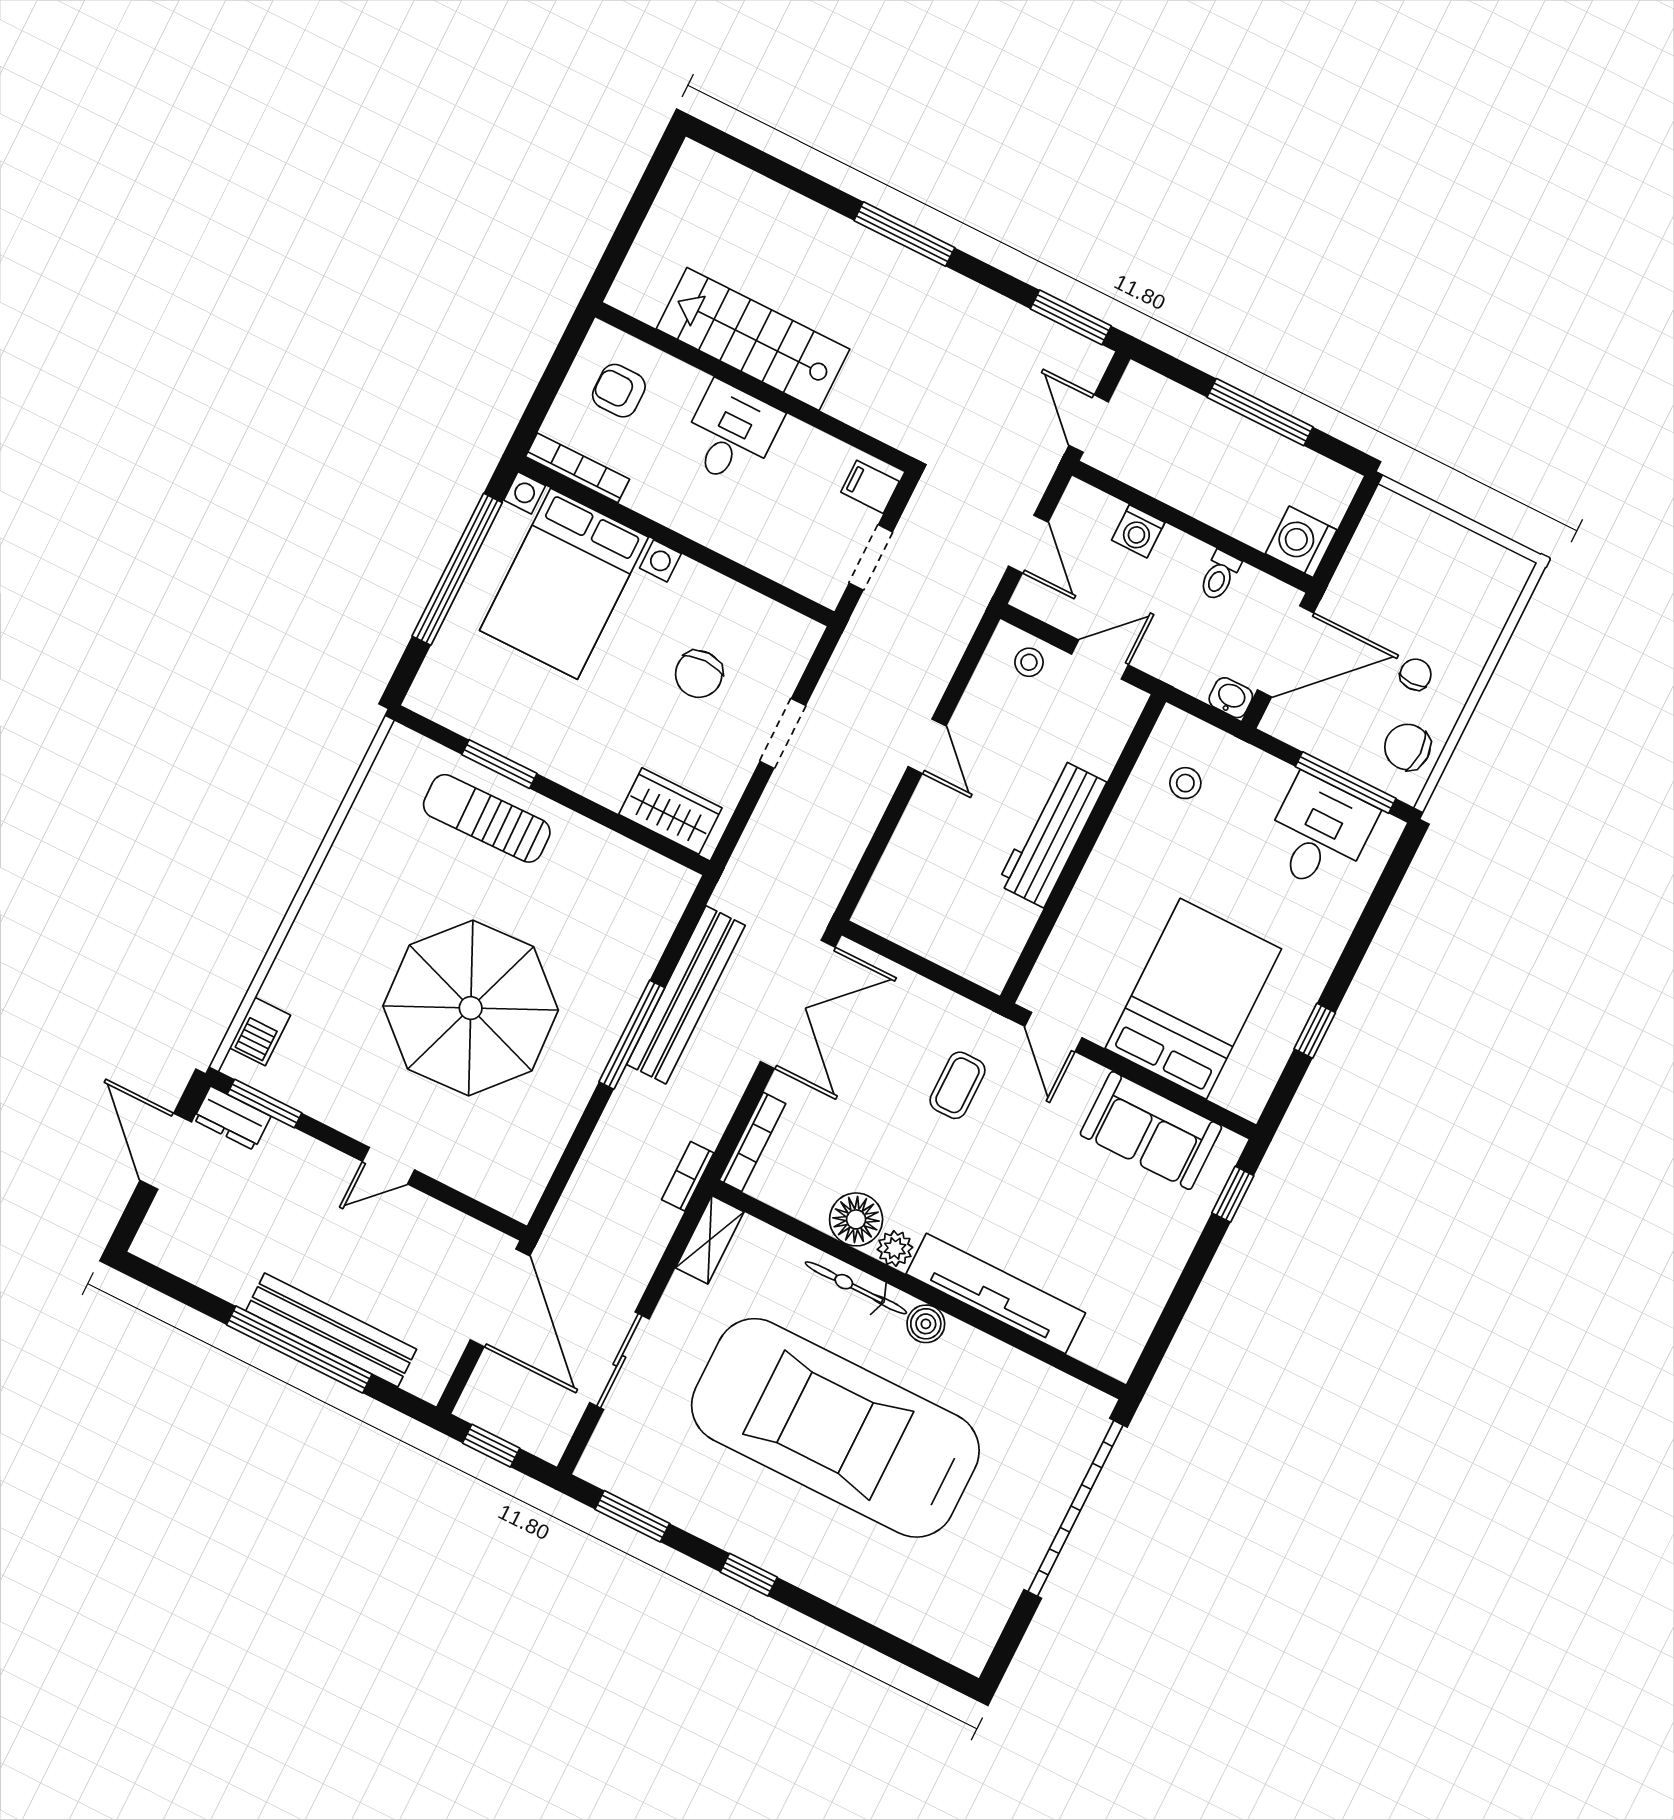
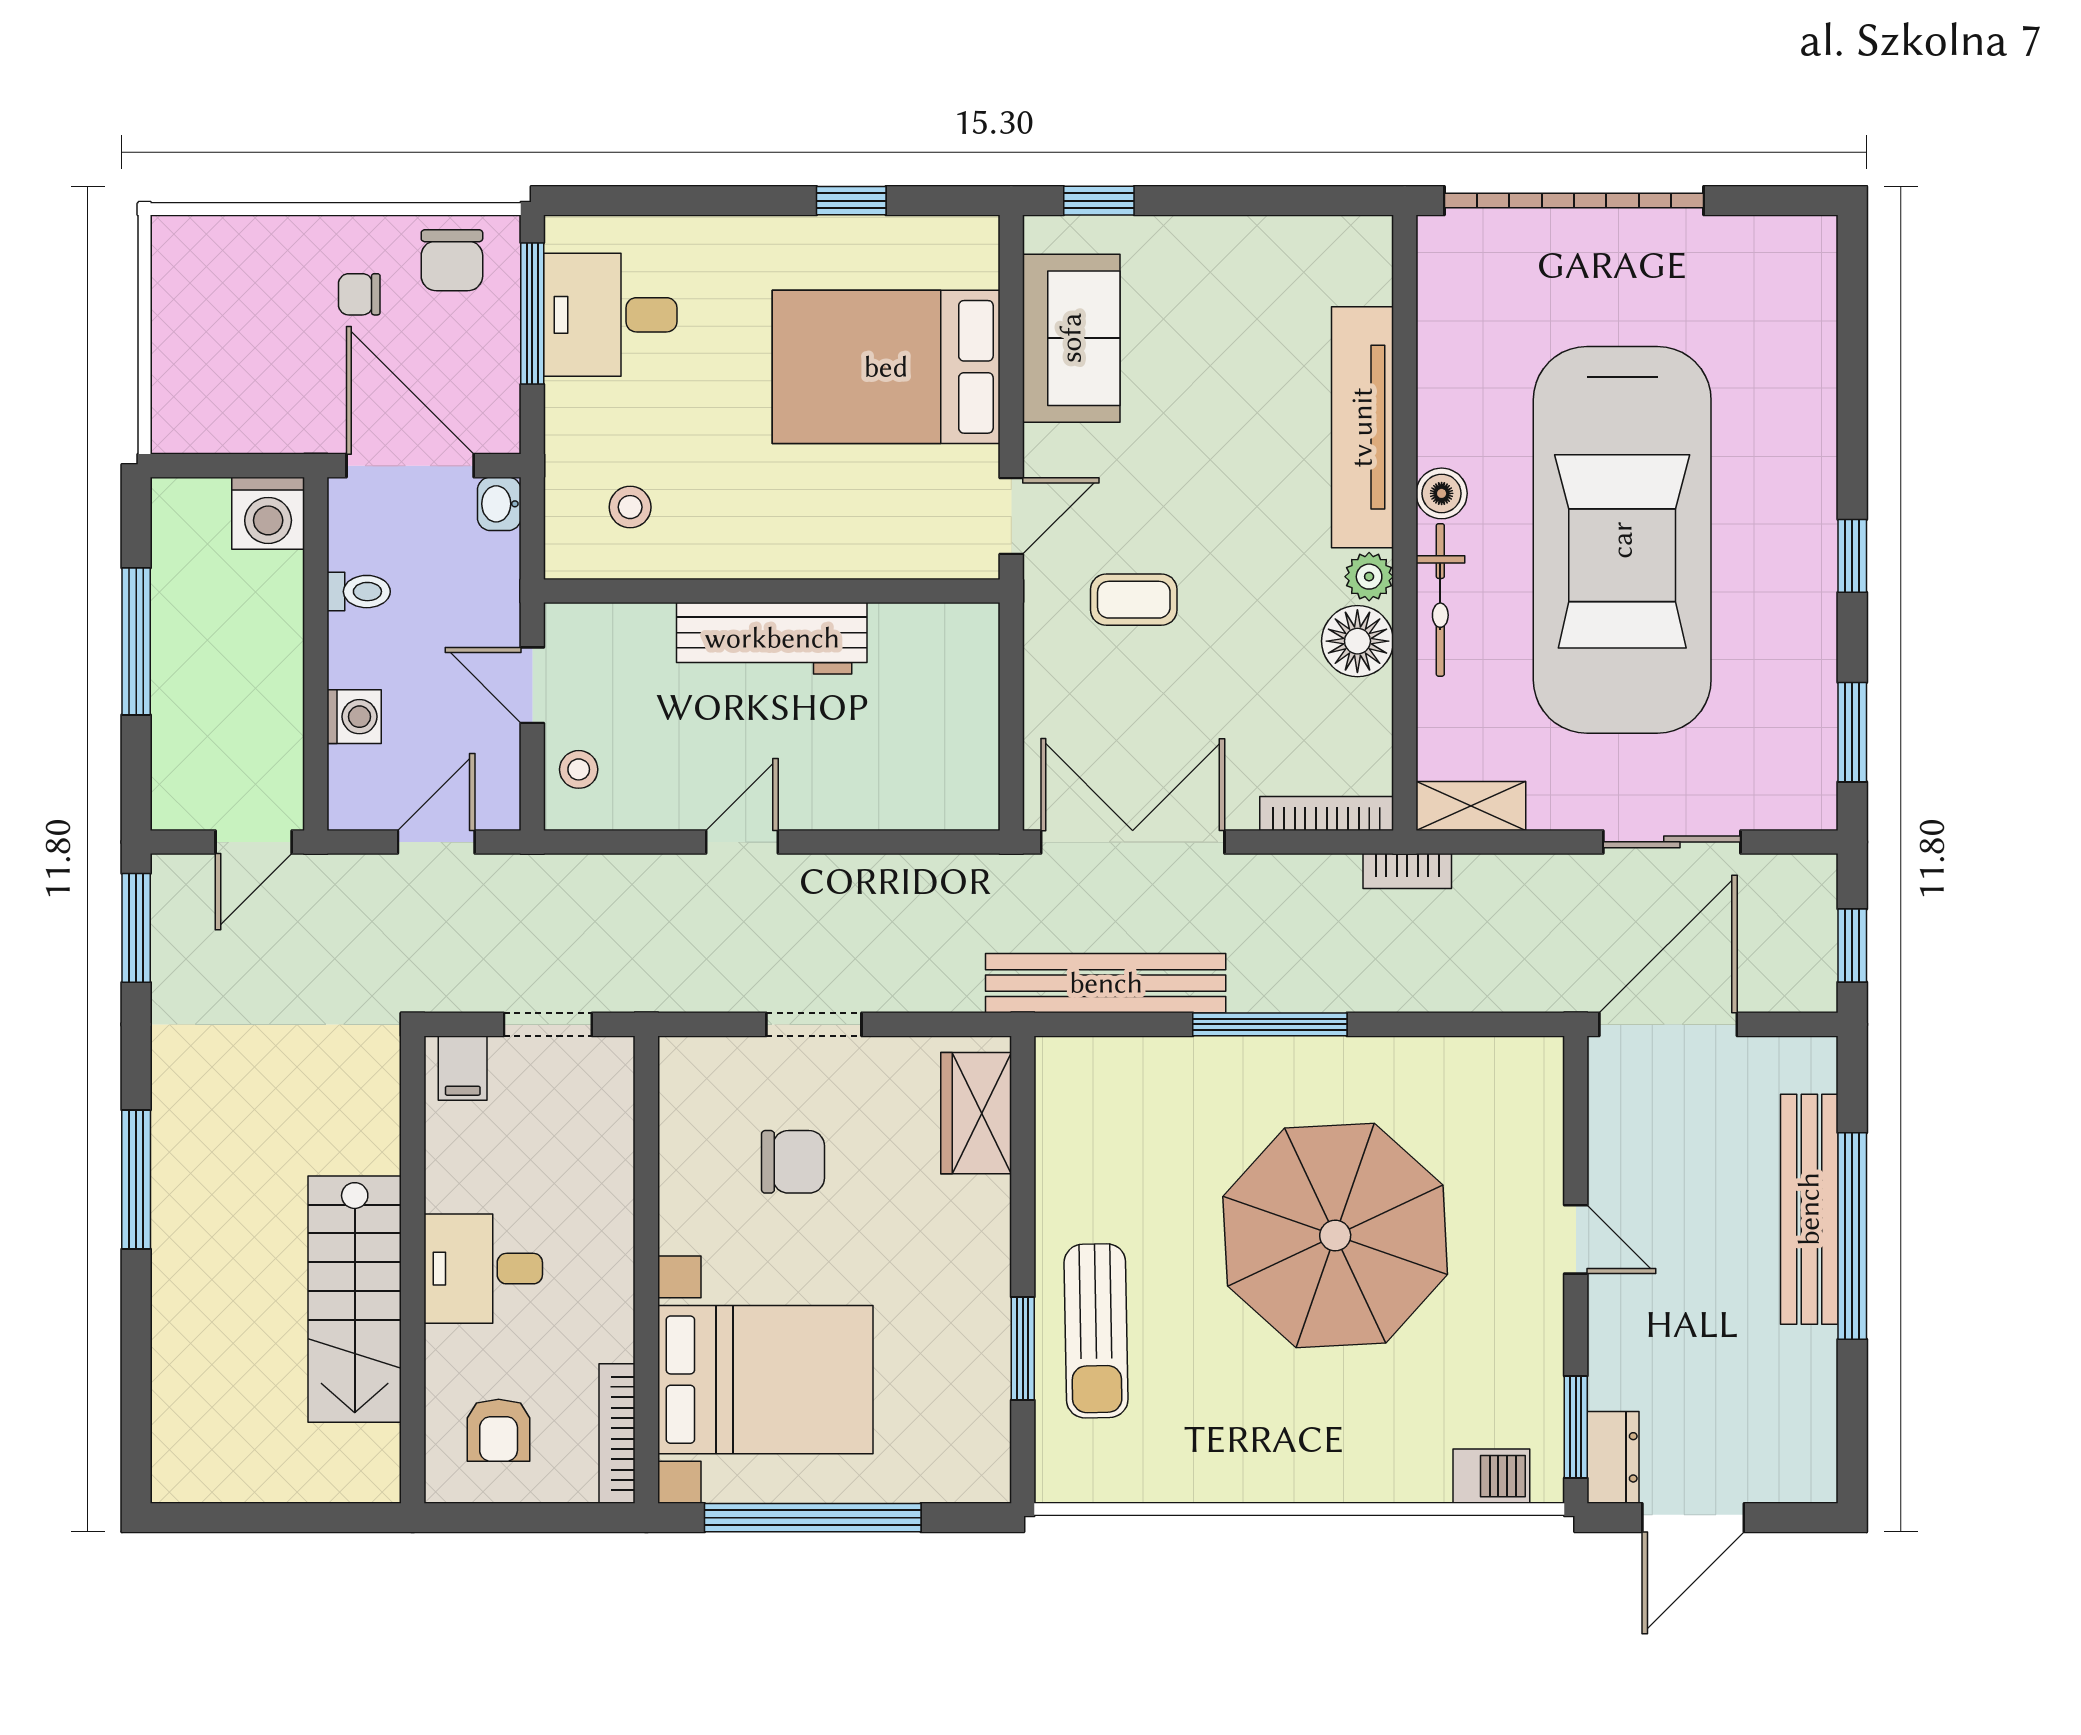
bench: (686, 995) -> (1106, 983), moved

